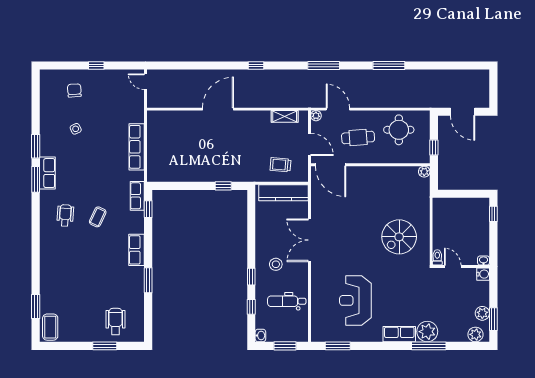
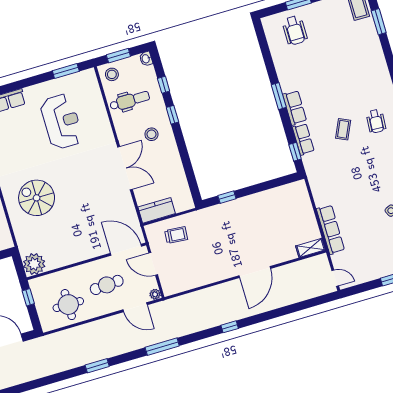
window: (389, 65) -> (97, 366), width x0.69
shelving: (285, 116) -> (311, 248), moved
row of seats: (137, 147) -> (330, 230), moved
plant: (424, 172) -> (34, 264), width x1.88, depth x1.88
kitchen counter: (283, 193) -> (157, 210), width x0.67
row of seats: (137, 196) -> (303, 139), moved
spiral stairs: (399, 237) -> (37, 198), turned -90
window: (148, 280) -> (279, 96), moved
stool: (296, 330) -> (112, 74), added

